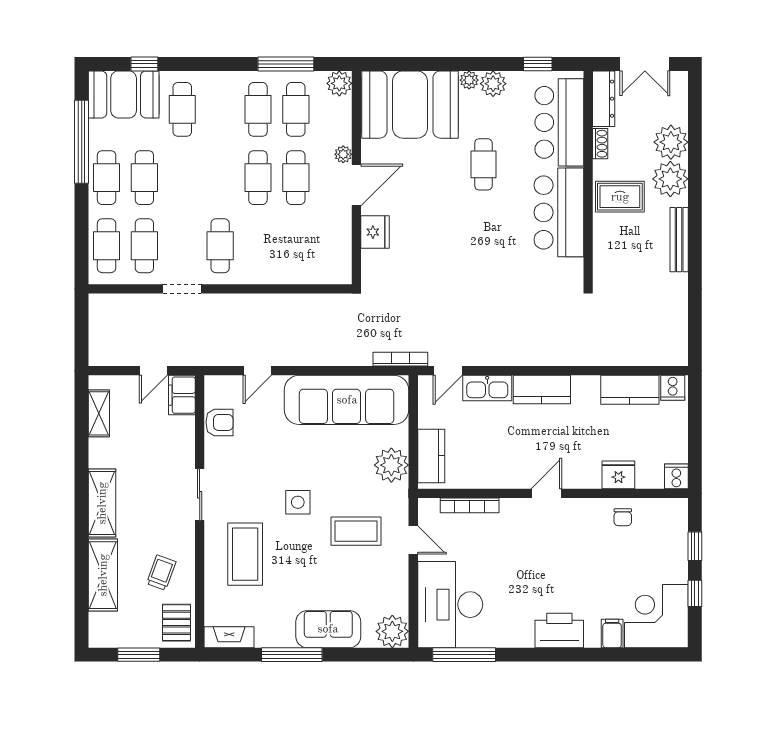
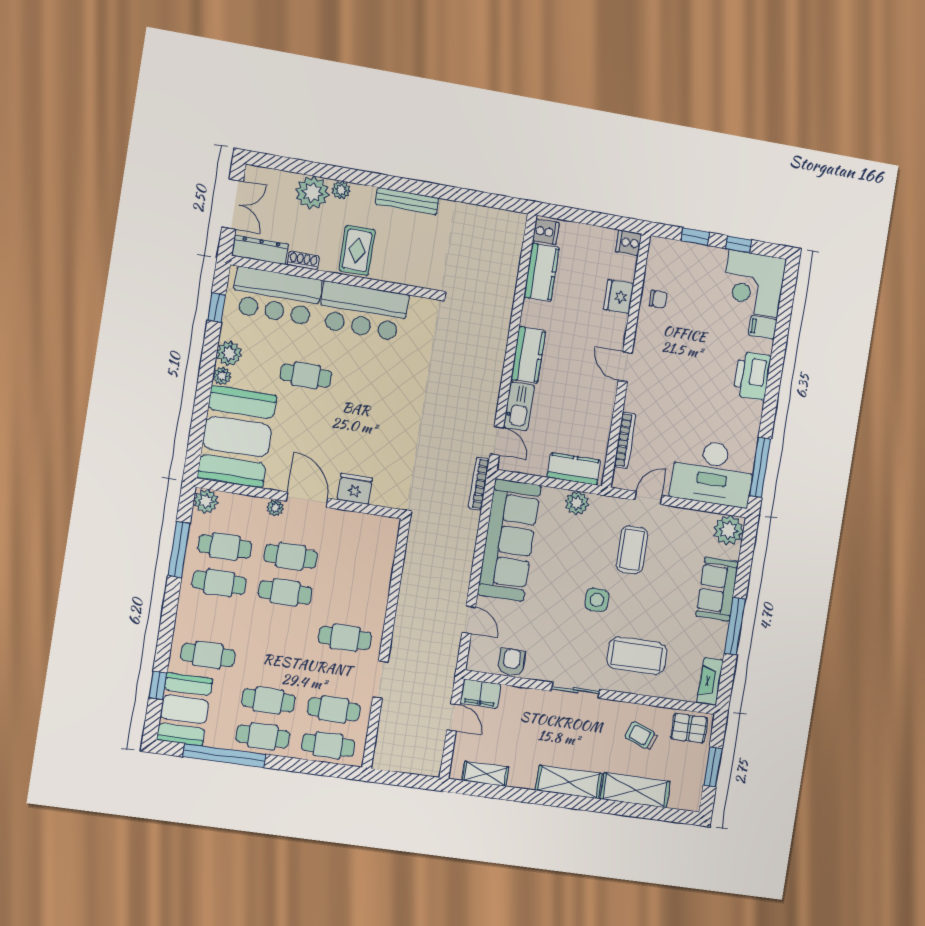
plant: (670, 179) -> (341, 190), width x0.53, depth x0.53
plant: (391, 465) -> (577, 503), width x0.73, depth x0.73

